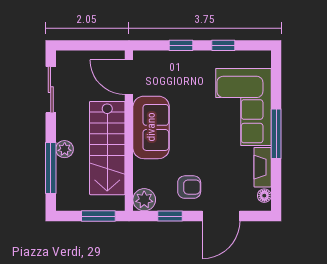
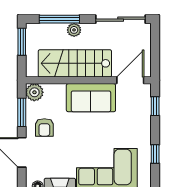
window: (181, 45) -> (155, 106), moved
sliding door: (51, 90) -> (121, 19), width x1.37
window: (98, 216) -> (22, 42), moved
window: (170, 216) -> (22, 112), width x1.50

